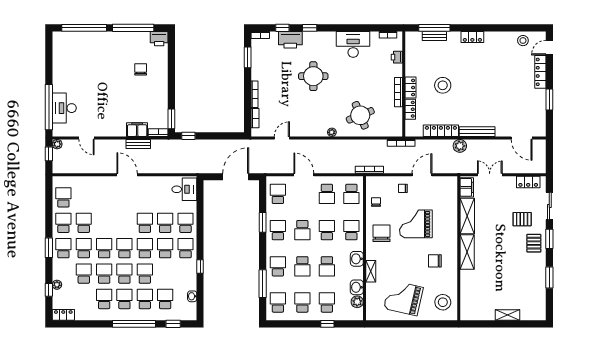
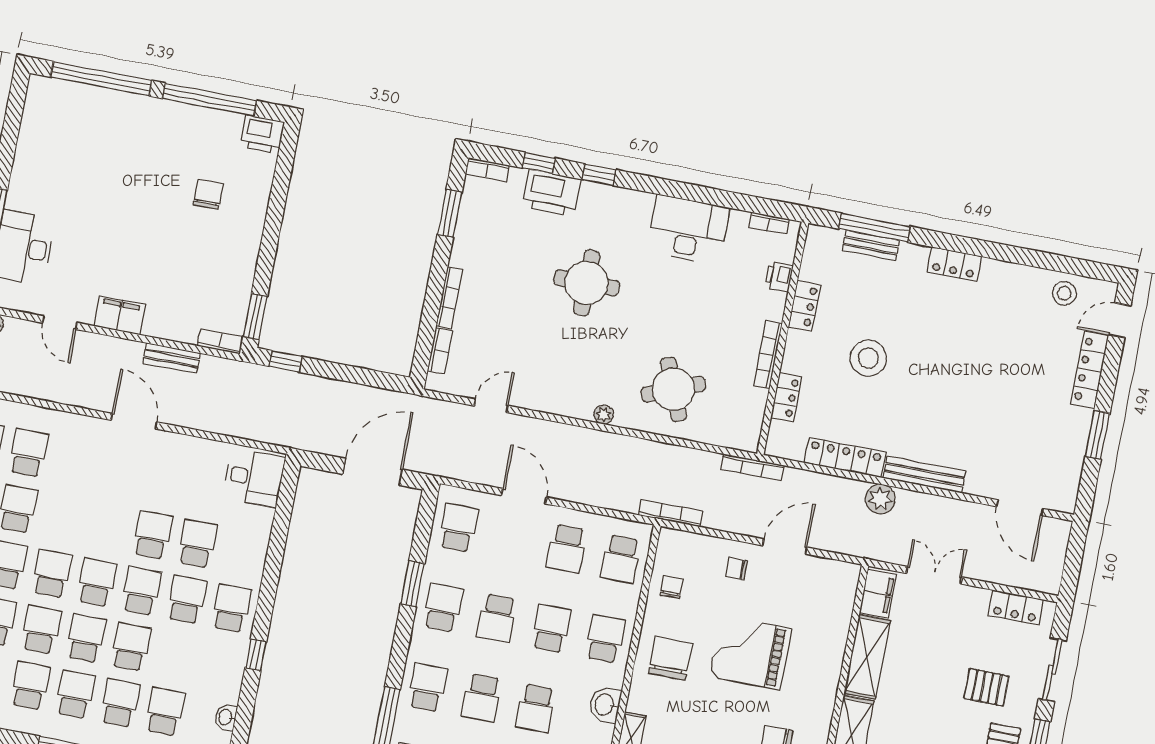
locker: (410, 88) -> (804, 306), moved
filing cabinet: (137, 130) -> (120, 315), moved
school desk: (185, 223) -> (28, 453), moved

